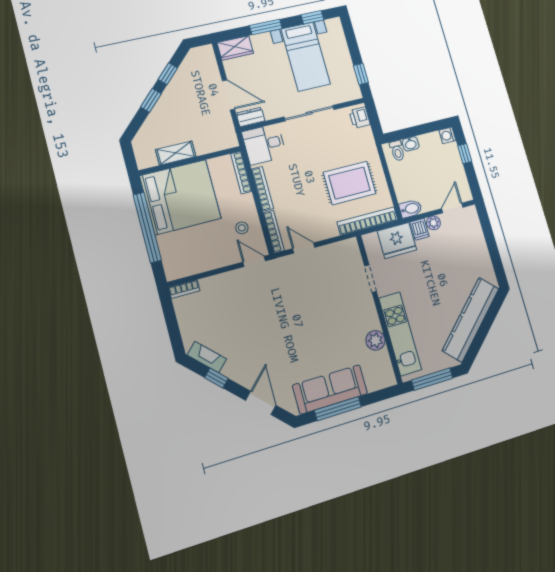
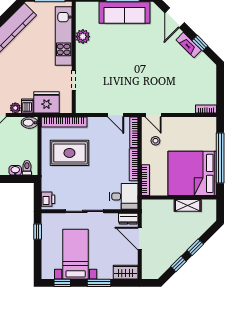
fireplace: (207, 357) -> (189, 45), moved

